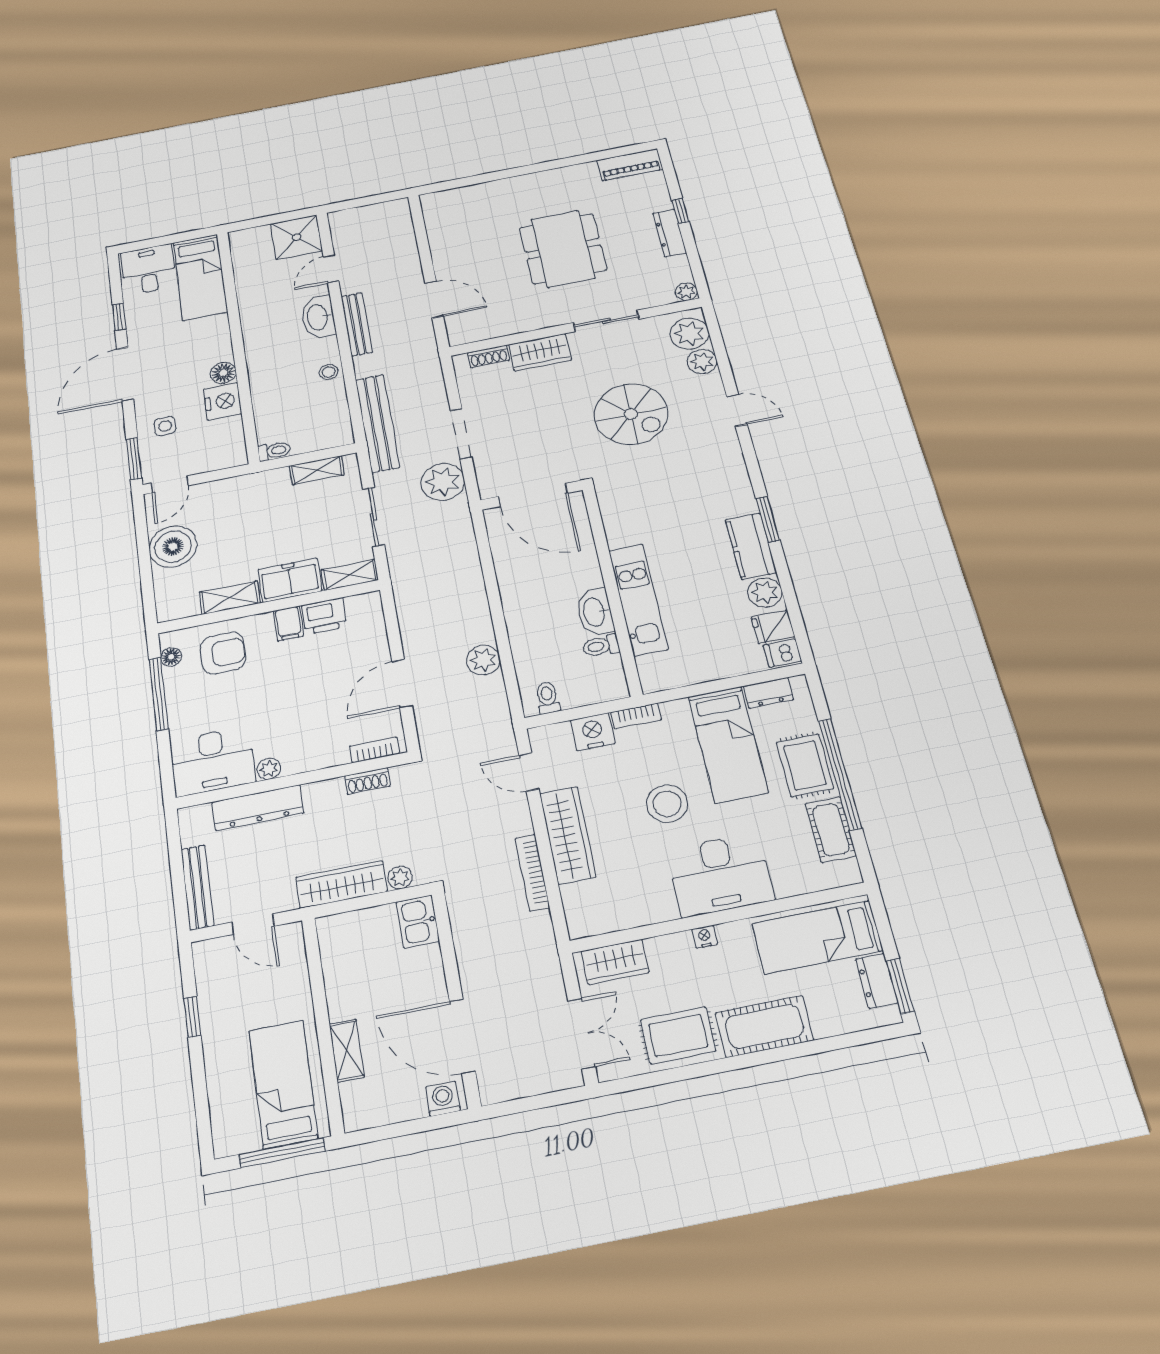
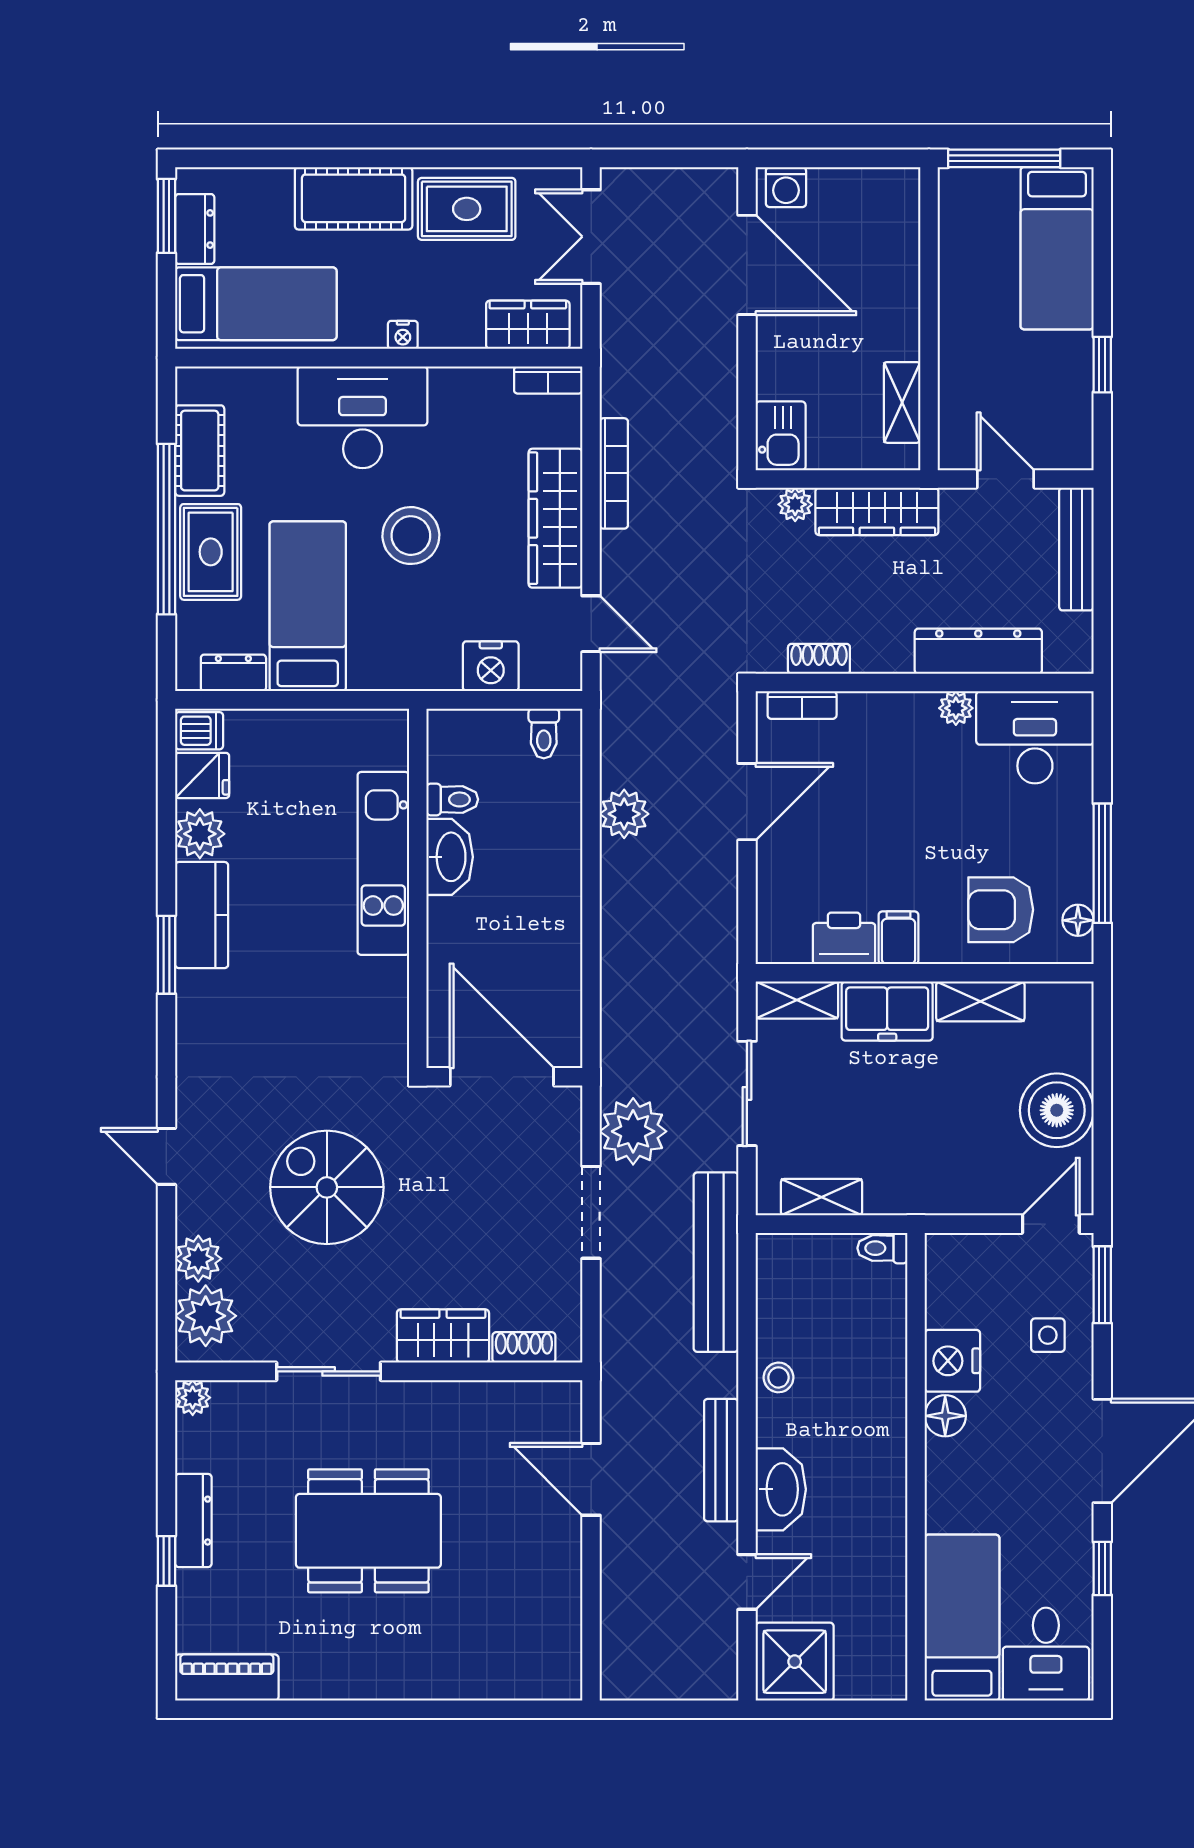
dining table: (563, 249) -> (368, 1531), turned 90
bookcase: (636, 716) -> (548, 380), moved, turned 180
shelving: (347, 1051) -> (902, 402), moved
bed: (283, 1084) -> (1057, 248), moved

